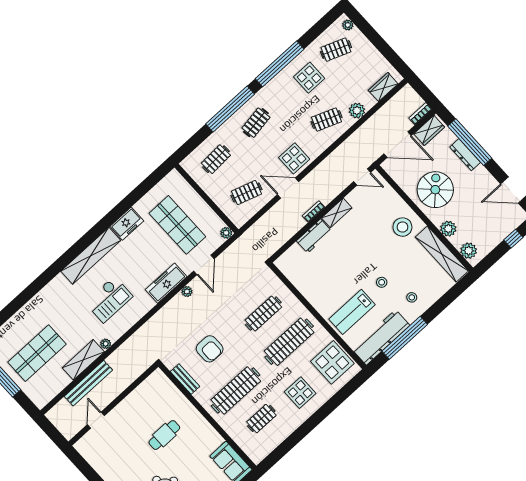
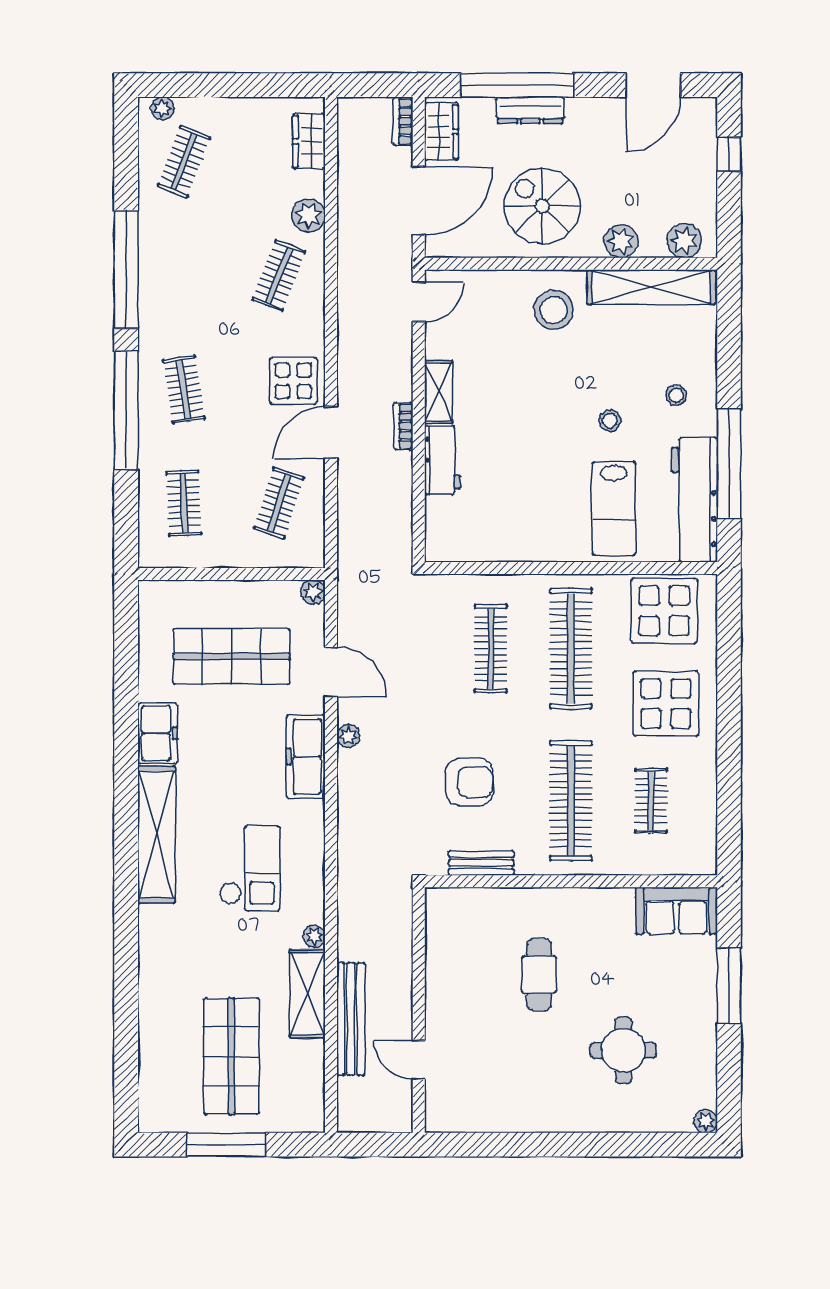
display table: (309, 78) -> (189, 243), removed
display table: (300, 393) -> (666, 704), width x1.36, depth x1.36

